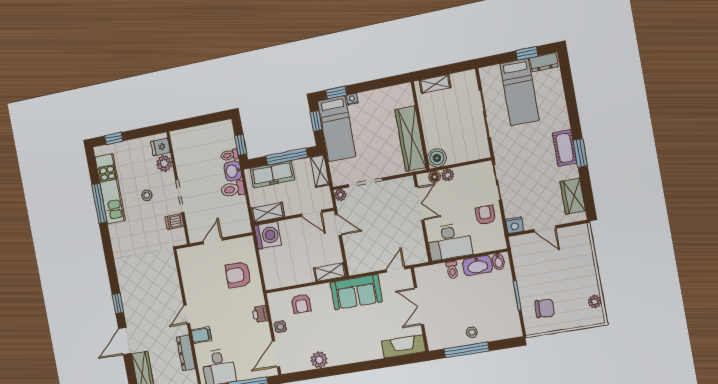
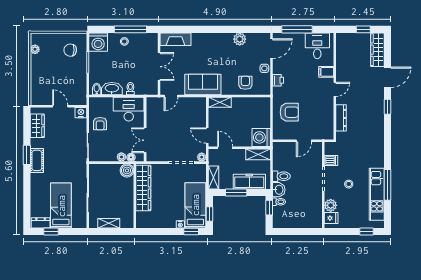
shelving: (435, 84) -> (109, 223), moved
window: (287, 156) -> (236, 192), width x0.69
washing machine: (508, 326) -> (98, 42), added
dresser: (186, 353) -> (341, 118), moved

